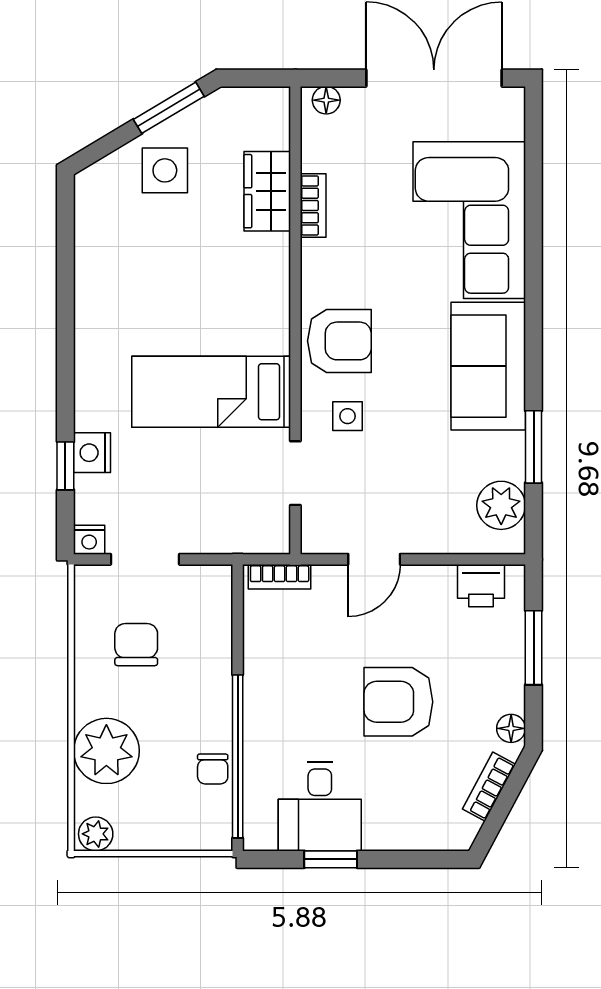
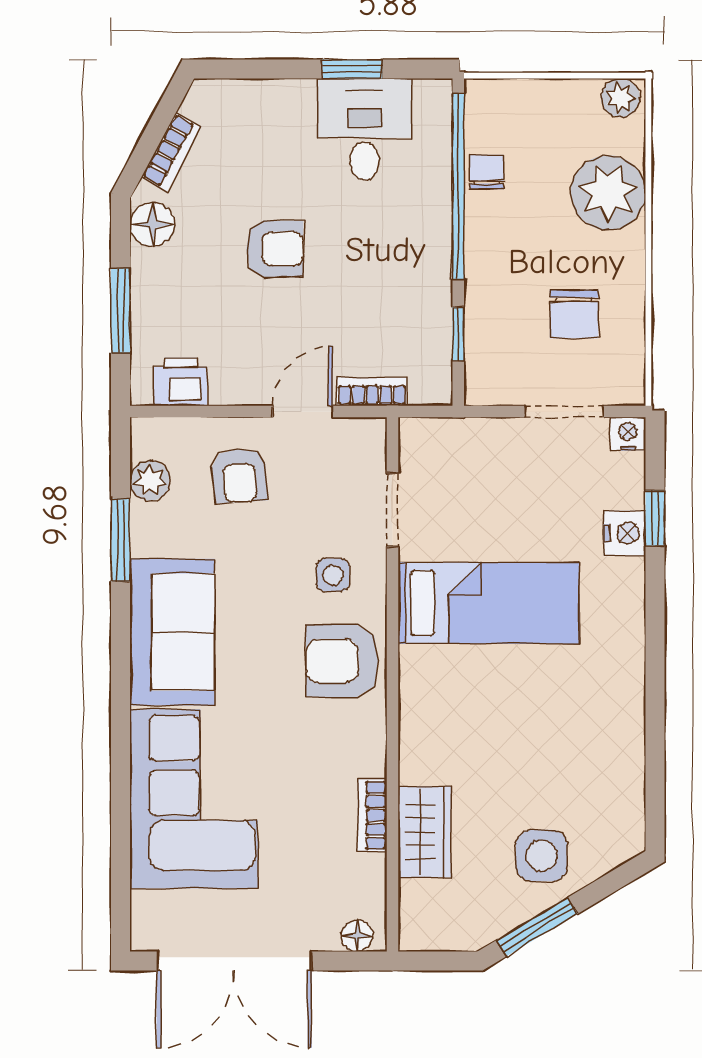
armchair: (429, 503) -> (239, 476), added
plant: (501, 505) -> (150, 481), width x0.73, depth x0.73
bookcase: (280, 577) -> (372, 392), moved
window: (238, 627) -> (458, 334), added
armchair: (398, 702) -> (275, 249), width x0.72, depth x0.72
floor lamp: (511, 728) -> (152, 225), width x1.37, depth x1.37

